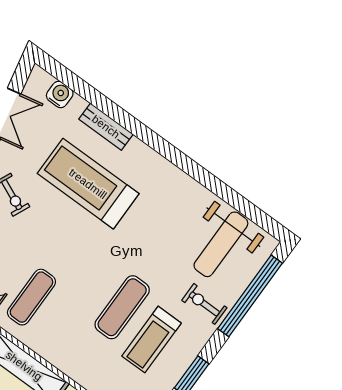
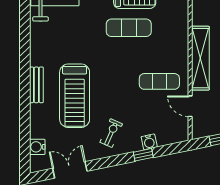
bench: (106, 127) -> (36, 85), moved

